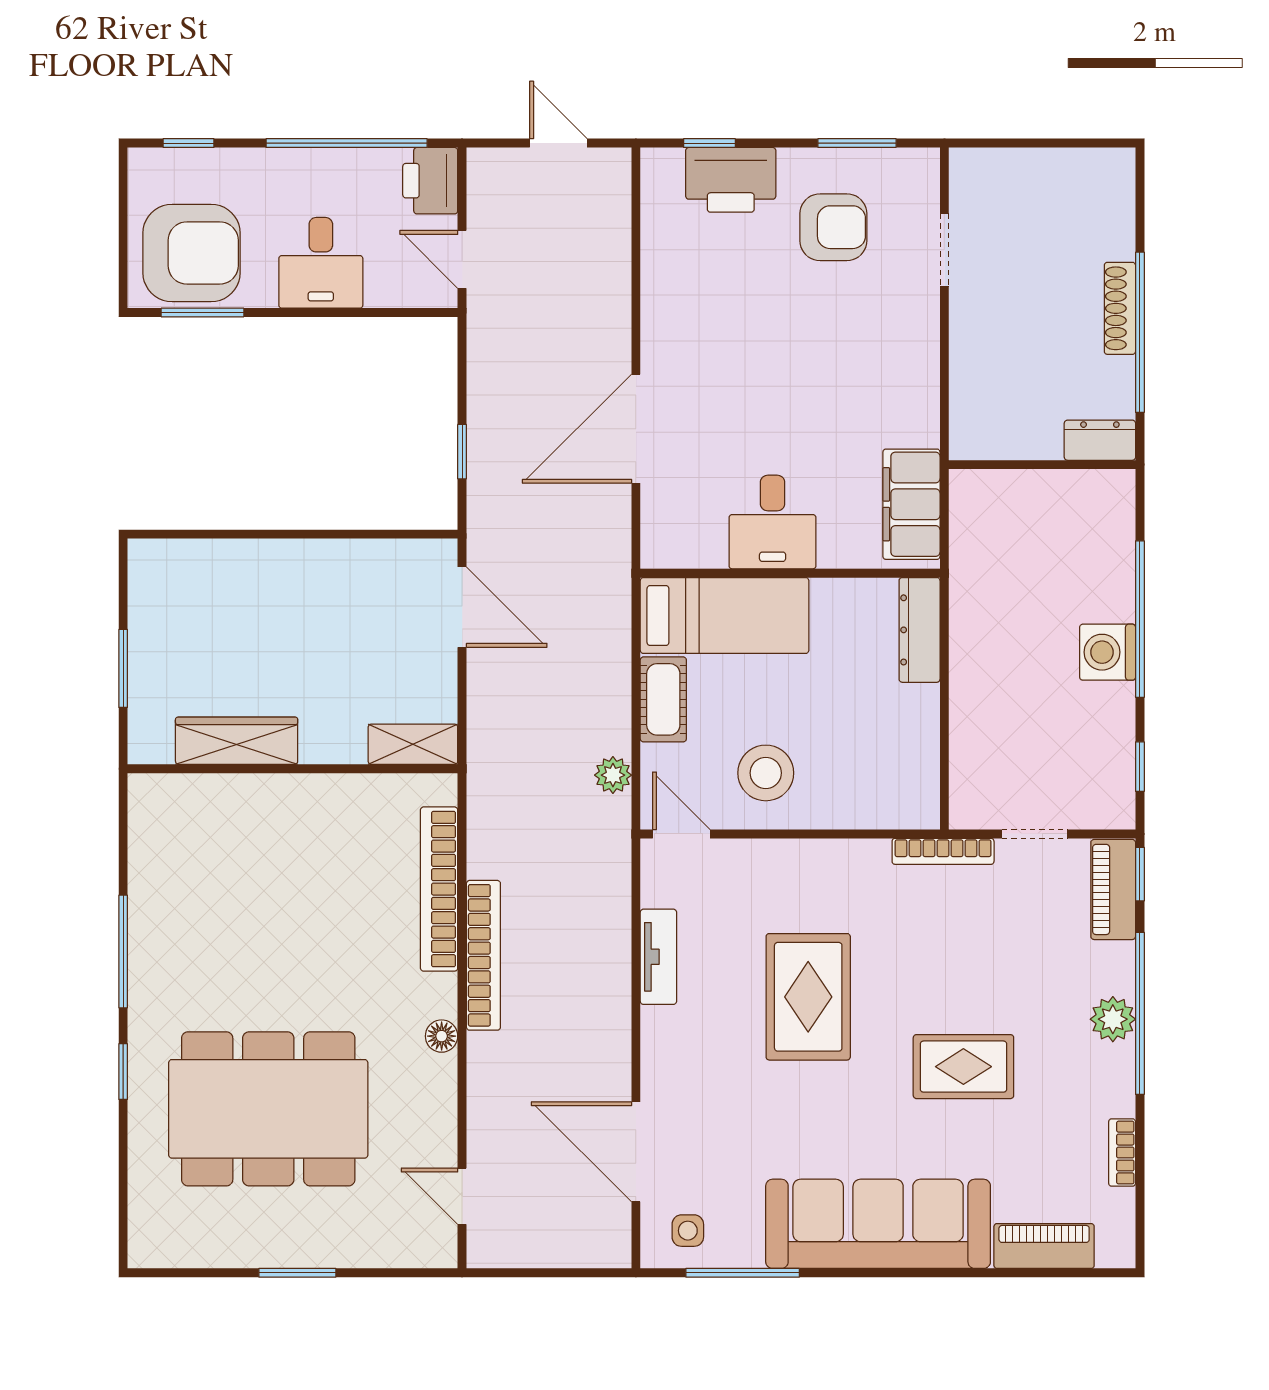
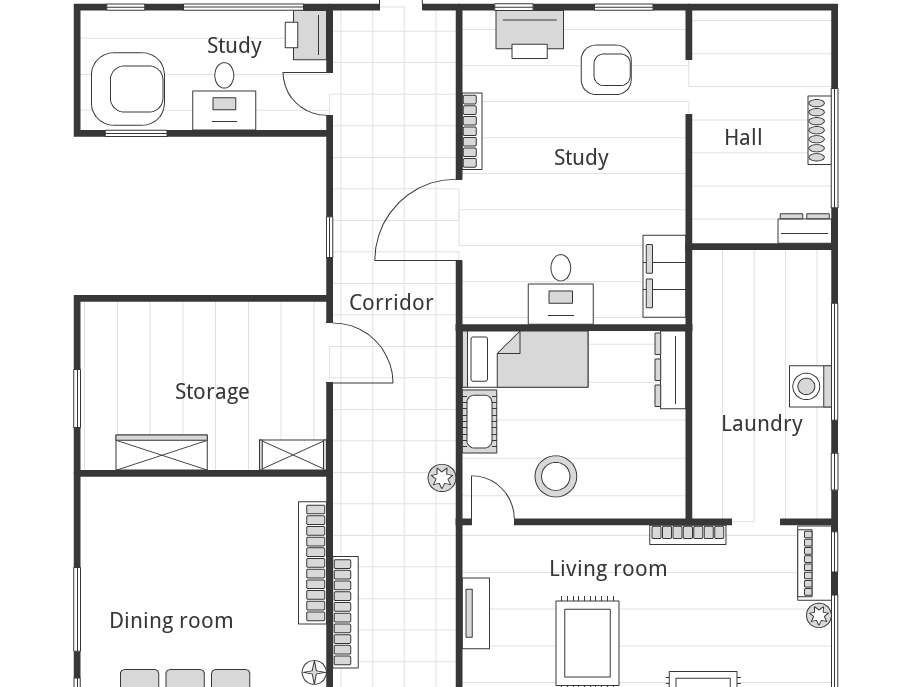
bookcase: (653, 310) -> (472, 131), added
plant: (1113, 1019) -> (819, 615), moved, width x0.73, depth x0.73

